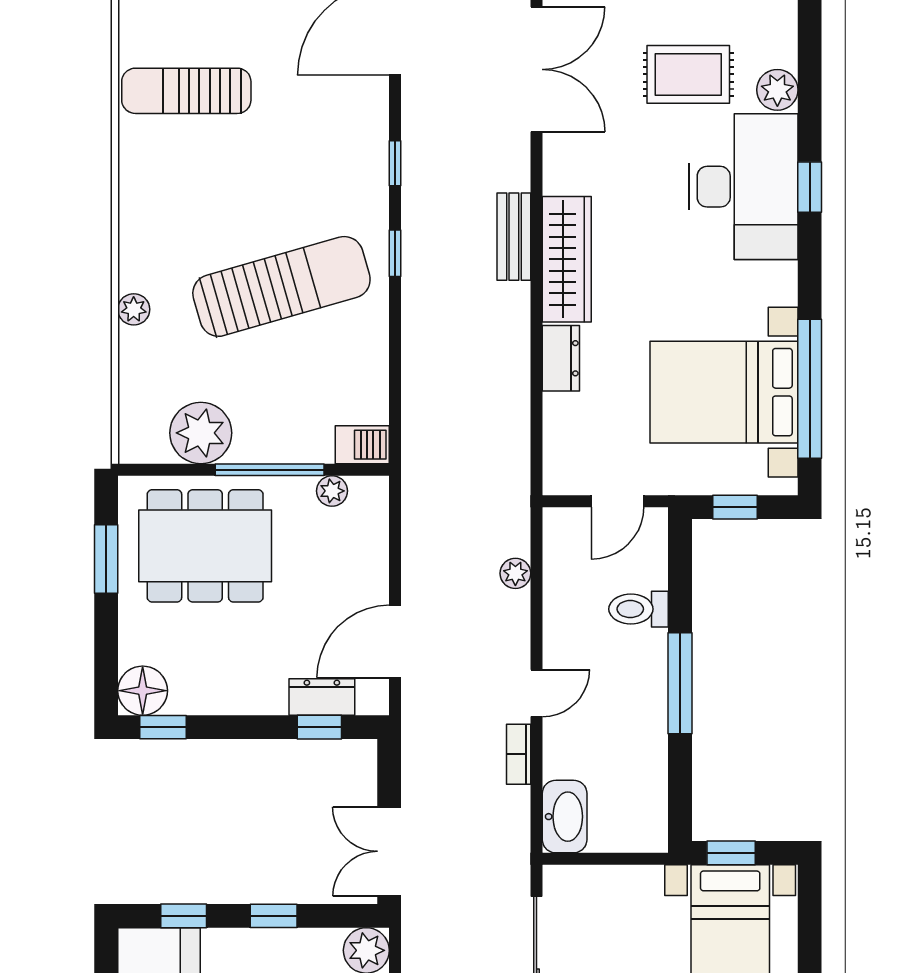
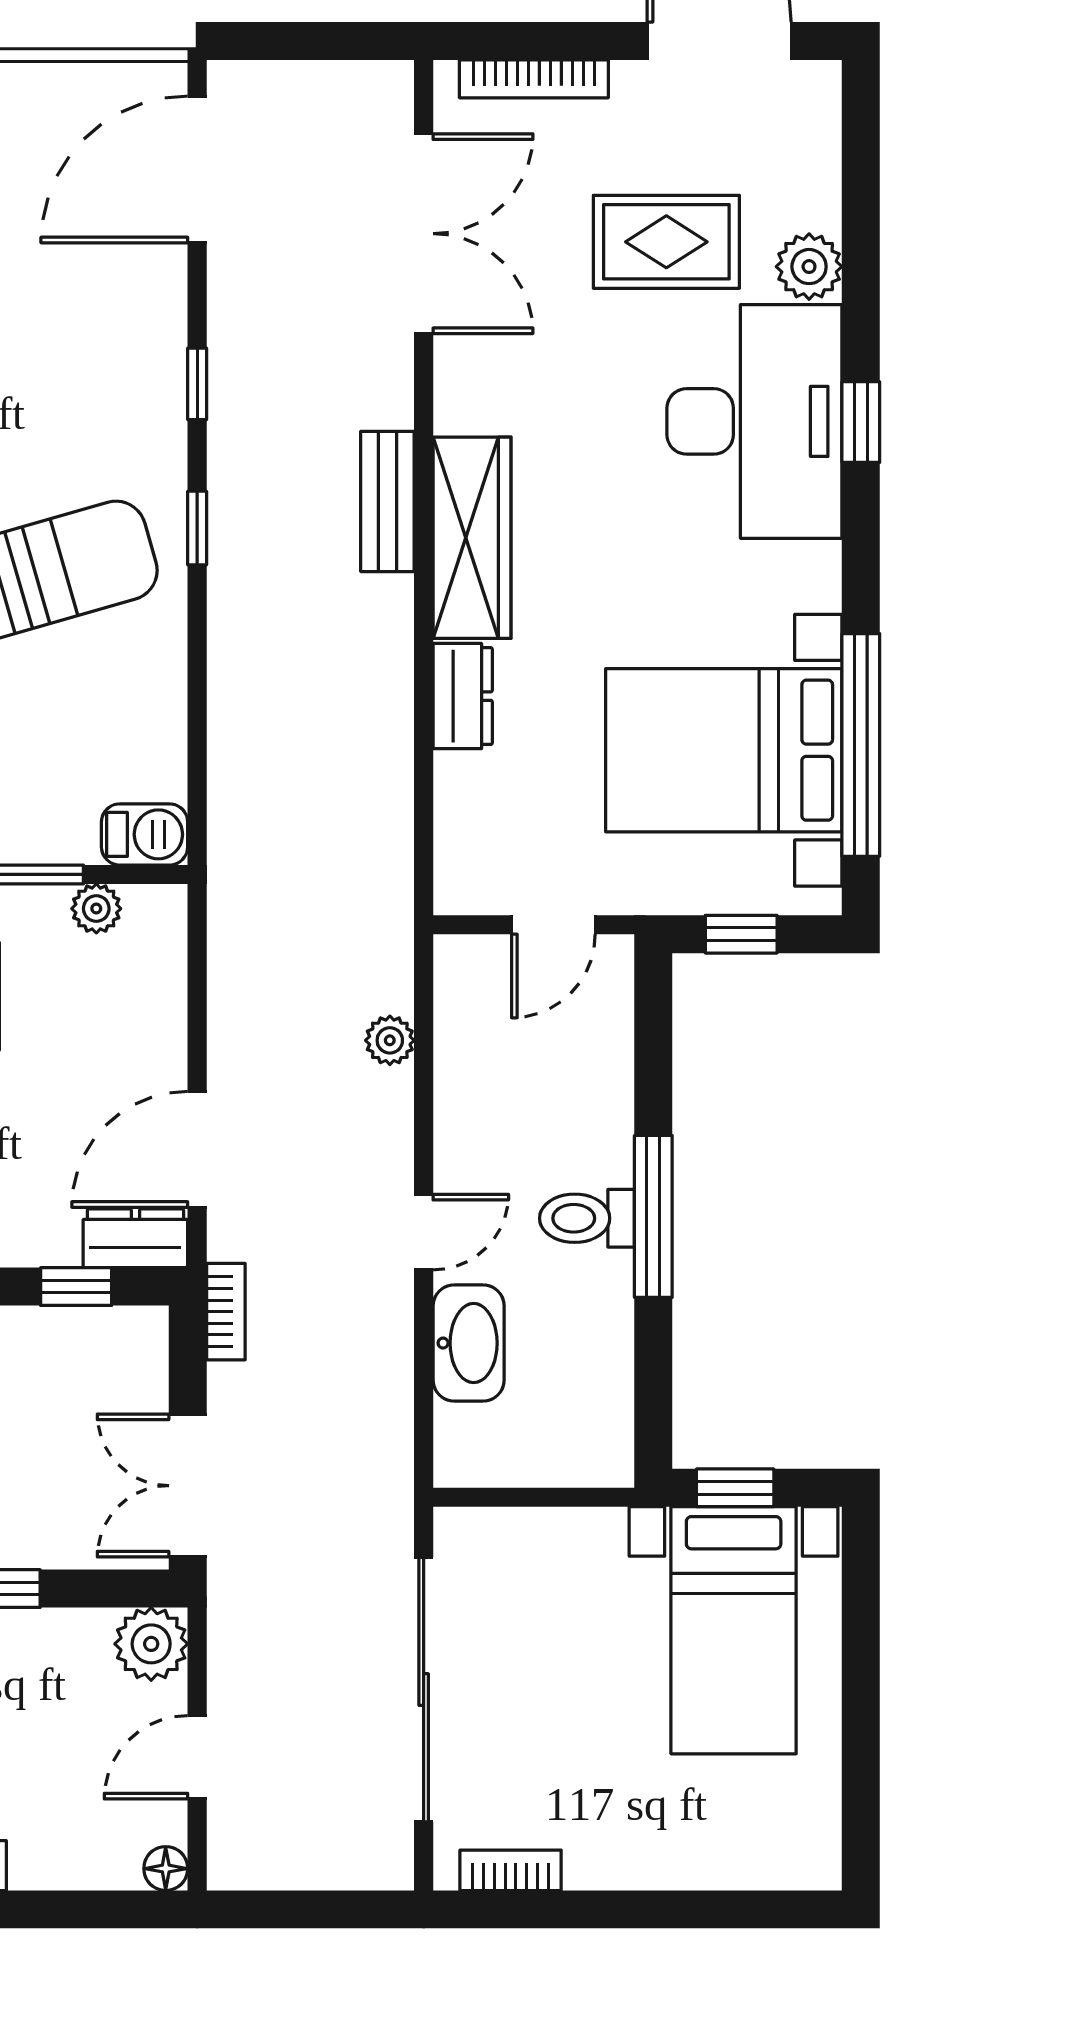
toilet: (639, 609) -> (587, 1218), moved
dresser: (322, 697) -> (135, 1238), moved
bookcase: (519, 754) -> (226, 1312), moved, turned 180
washbasin: (565, 817) -> (469, 1343), moved

